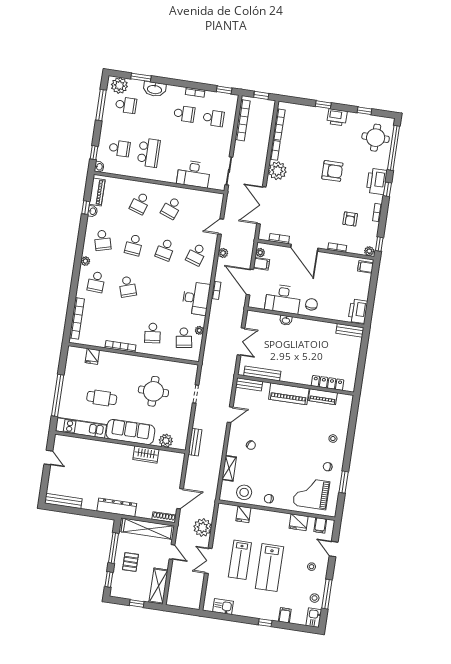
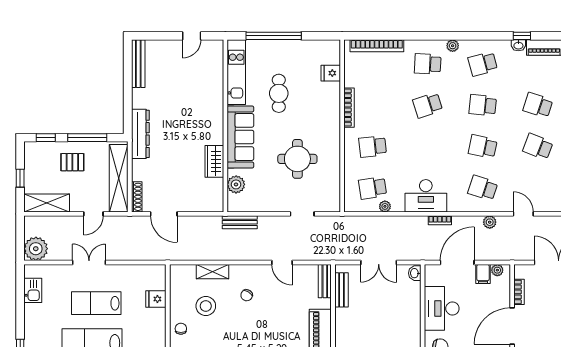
washbasin: (286, 320) -> (415, 273), moved
bench: (262, 373) -> (341, 290), width x0.73
stool: (244, 492) -> (206, 306), moved
plant: (203, 528) -> (36, 249), moved

